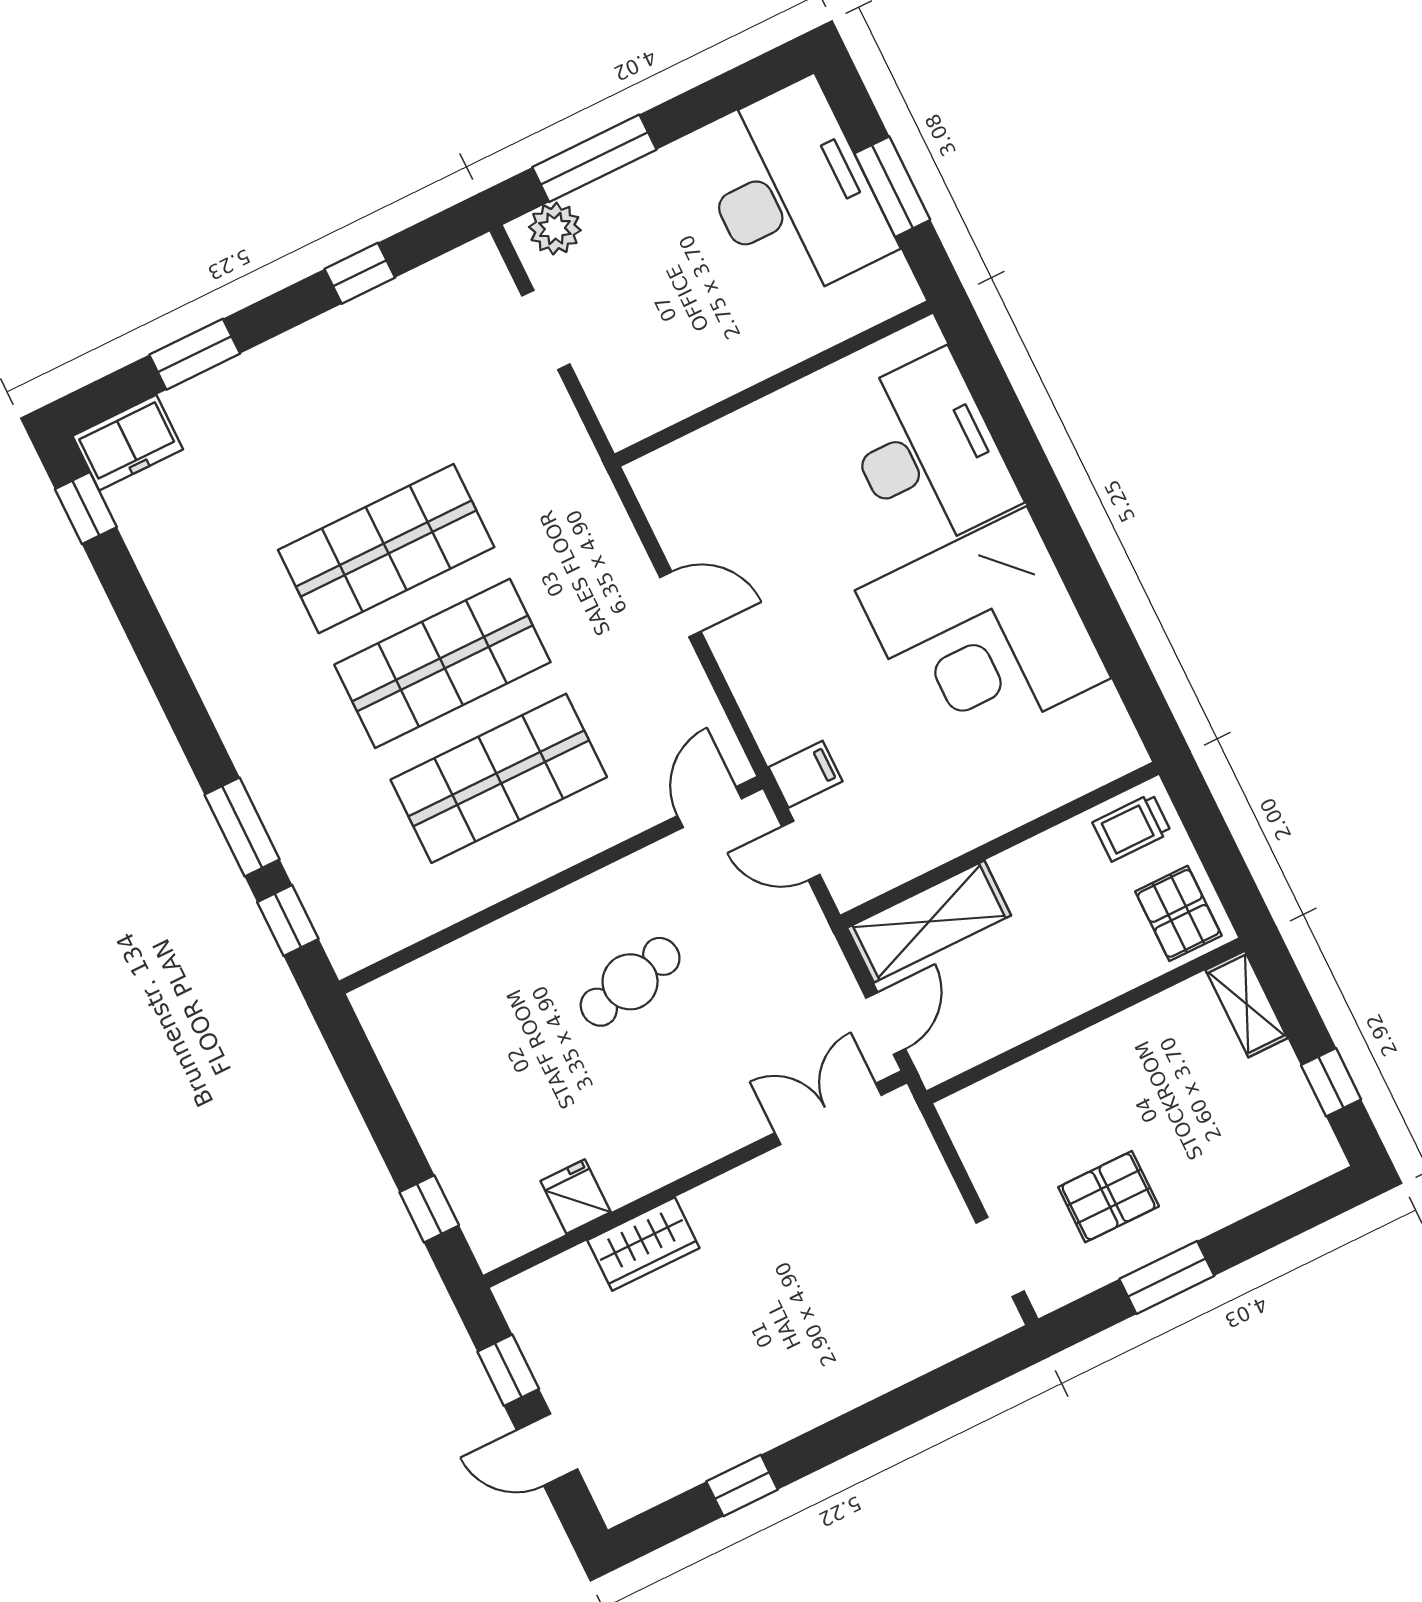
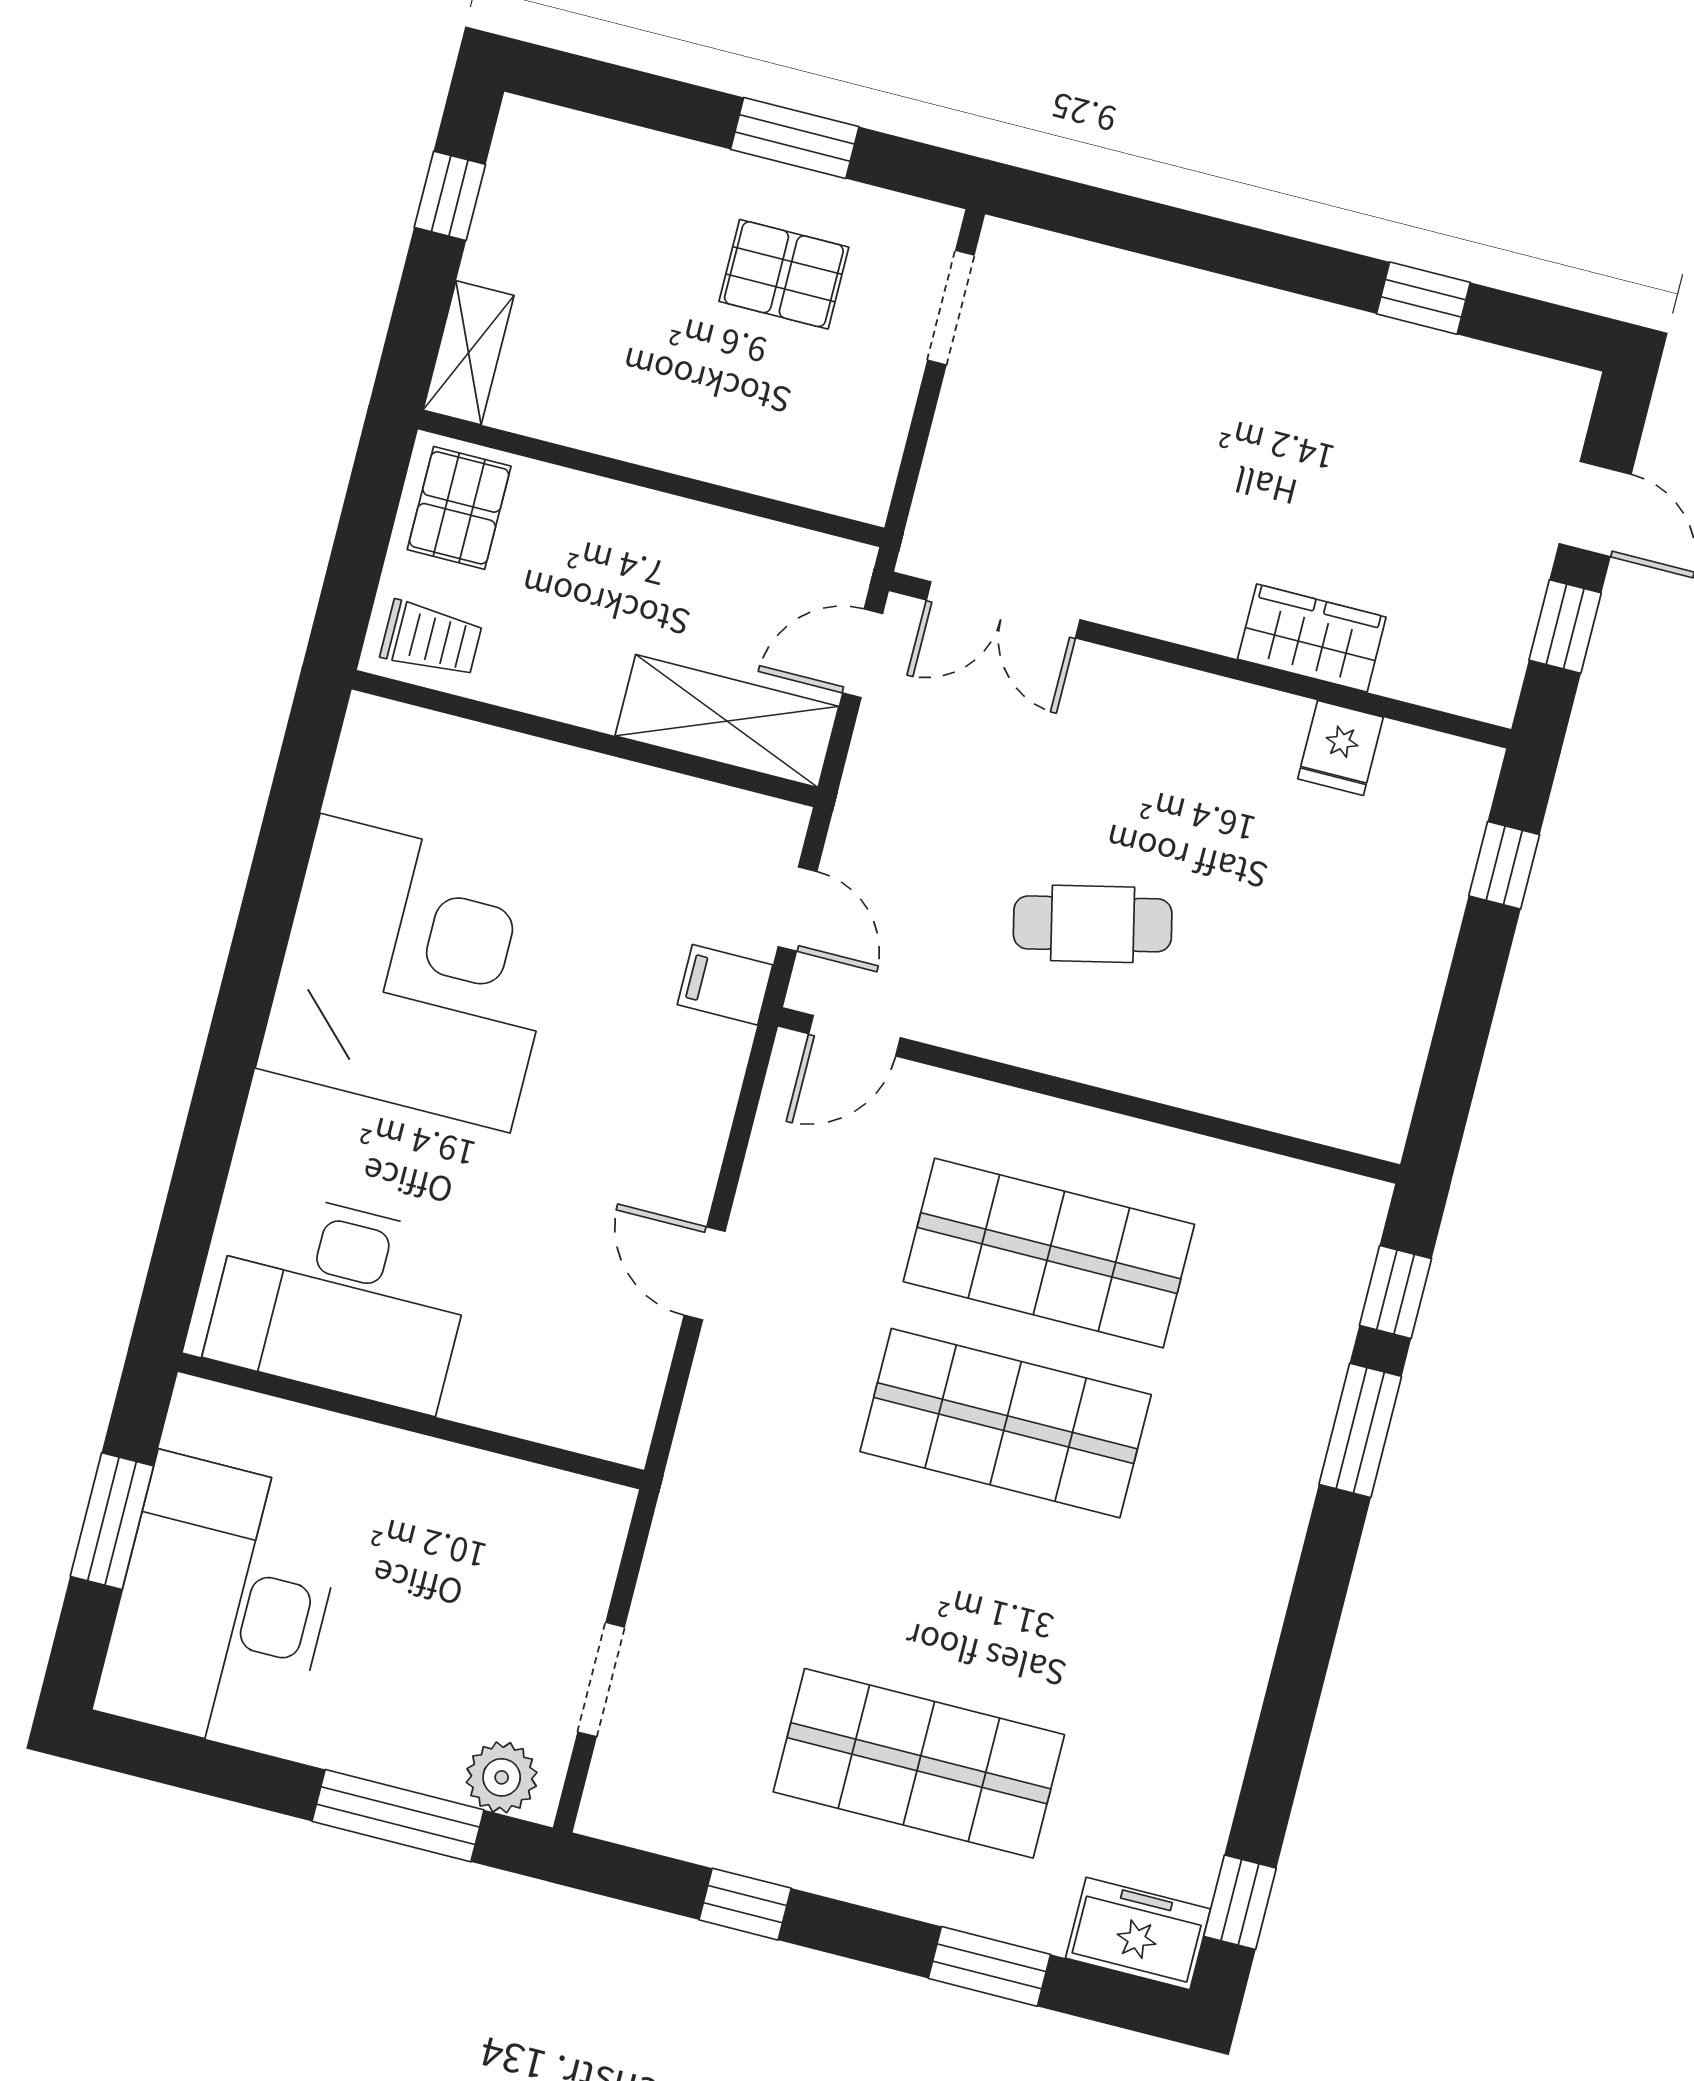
desk: (927, 452) -> (341, 1299), moved, turned -90
shop shelf: (386, 549) -> (919, 1763), moved

